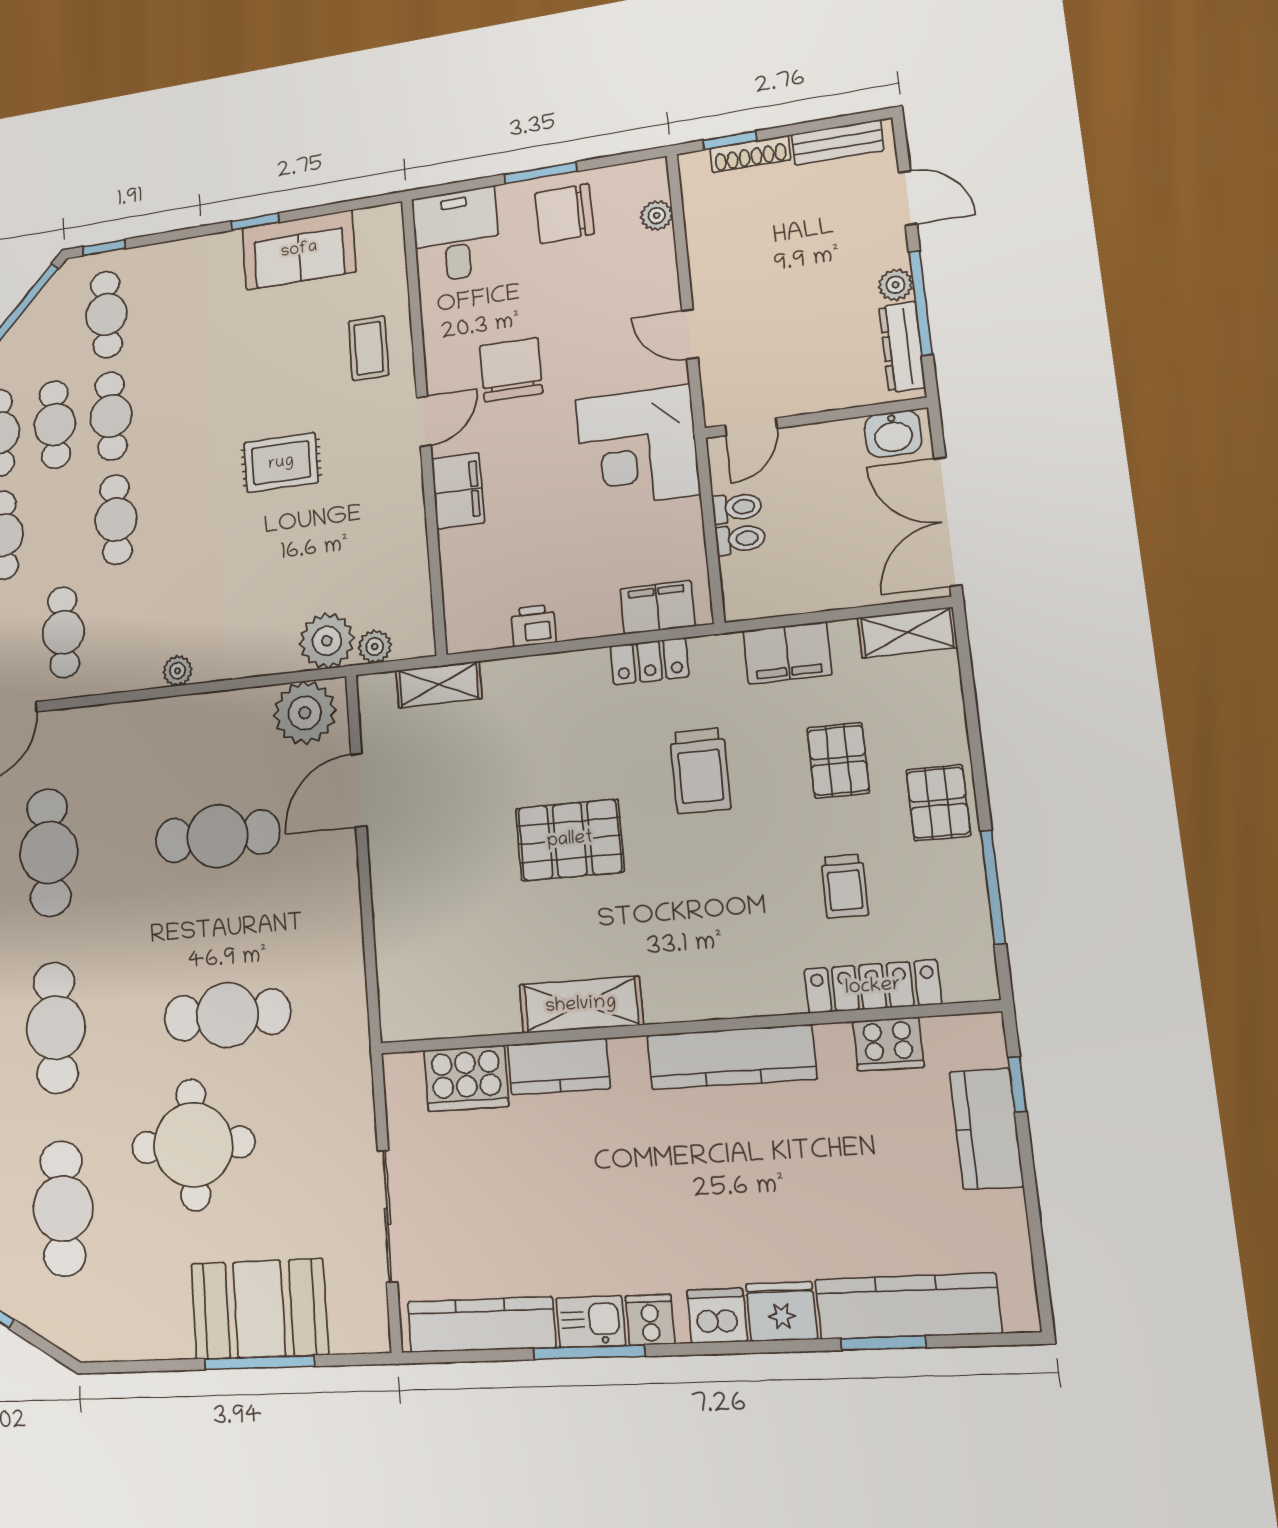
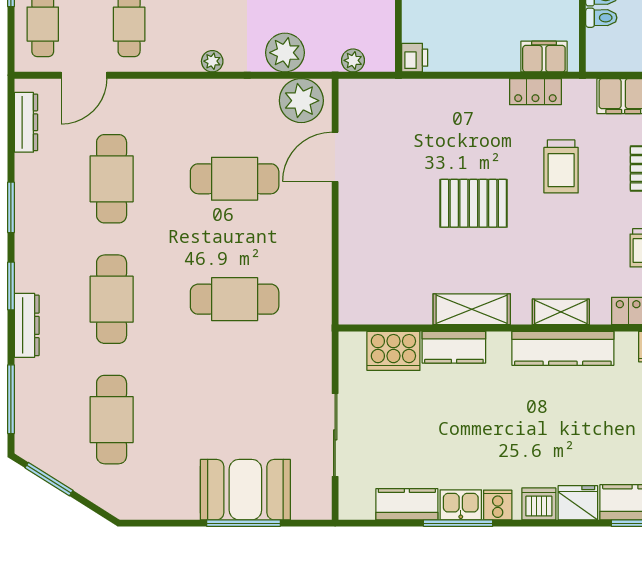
printer: (533, 626) -> (415, 58), moved, turned 90
plant: (327, 641) -> (285, 53), moved
shelving: (439, 684) -> (561, 312), moved
round table: (193, 1145) -> (206, 383), removed
kitchen counter: (481, 1325) -> (407, 504), width x0.67

